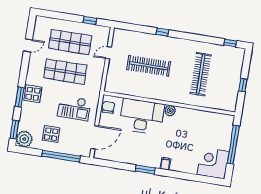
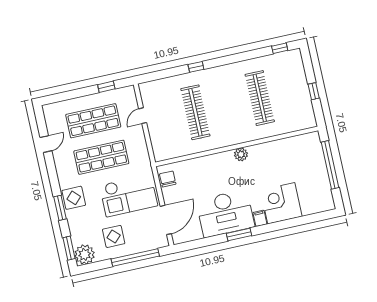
clothes rail: (149, 66) -> (195, 112), turned 90
checkout: (74, 108) -> (129, 196), width x1.36, depth x1.21
desk: (142, 116) -> (225, 213), moved, turned 180
corner desk: (213, 163) -> (281, 203), moved

